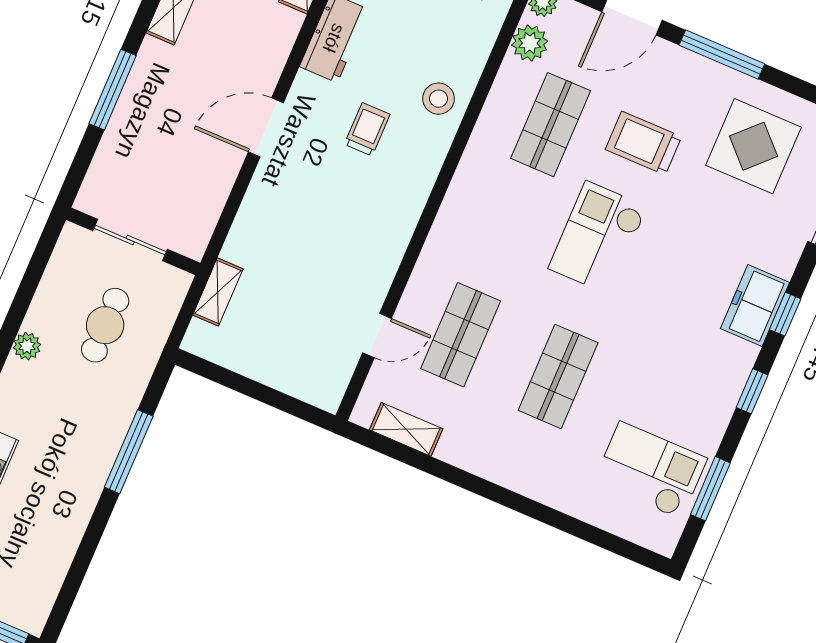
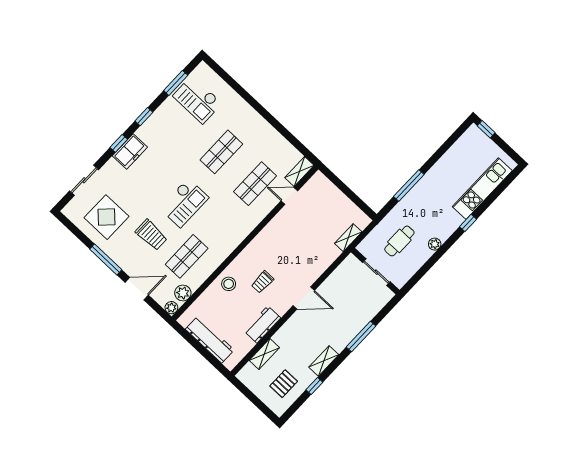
shelving: (406, 429) -> (299, 171), moved, turned 90

